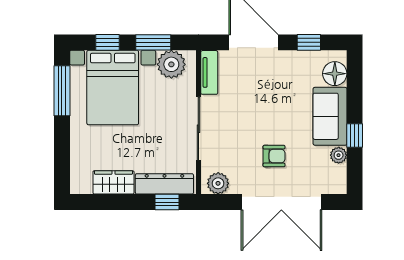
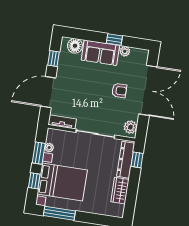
plant: (171, 64) -> (49, 148), width x0.53, depth x0.53
armchair: (274, 156) -> (119, 91), turned 90

